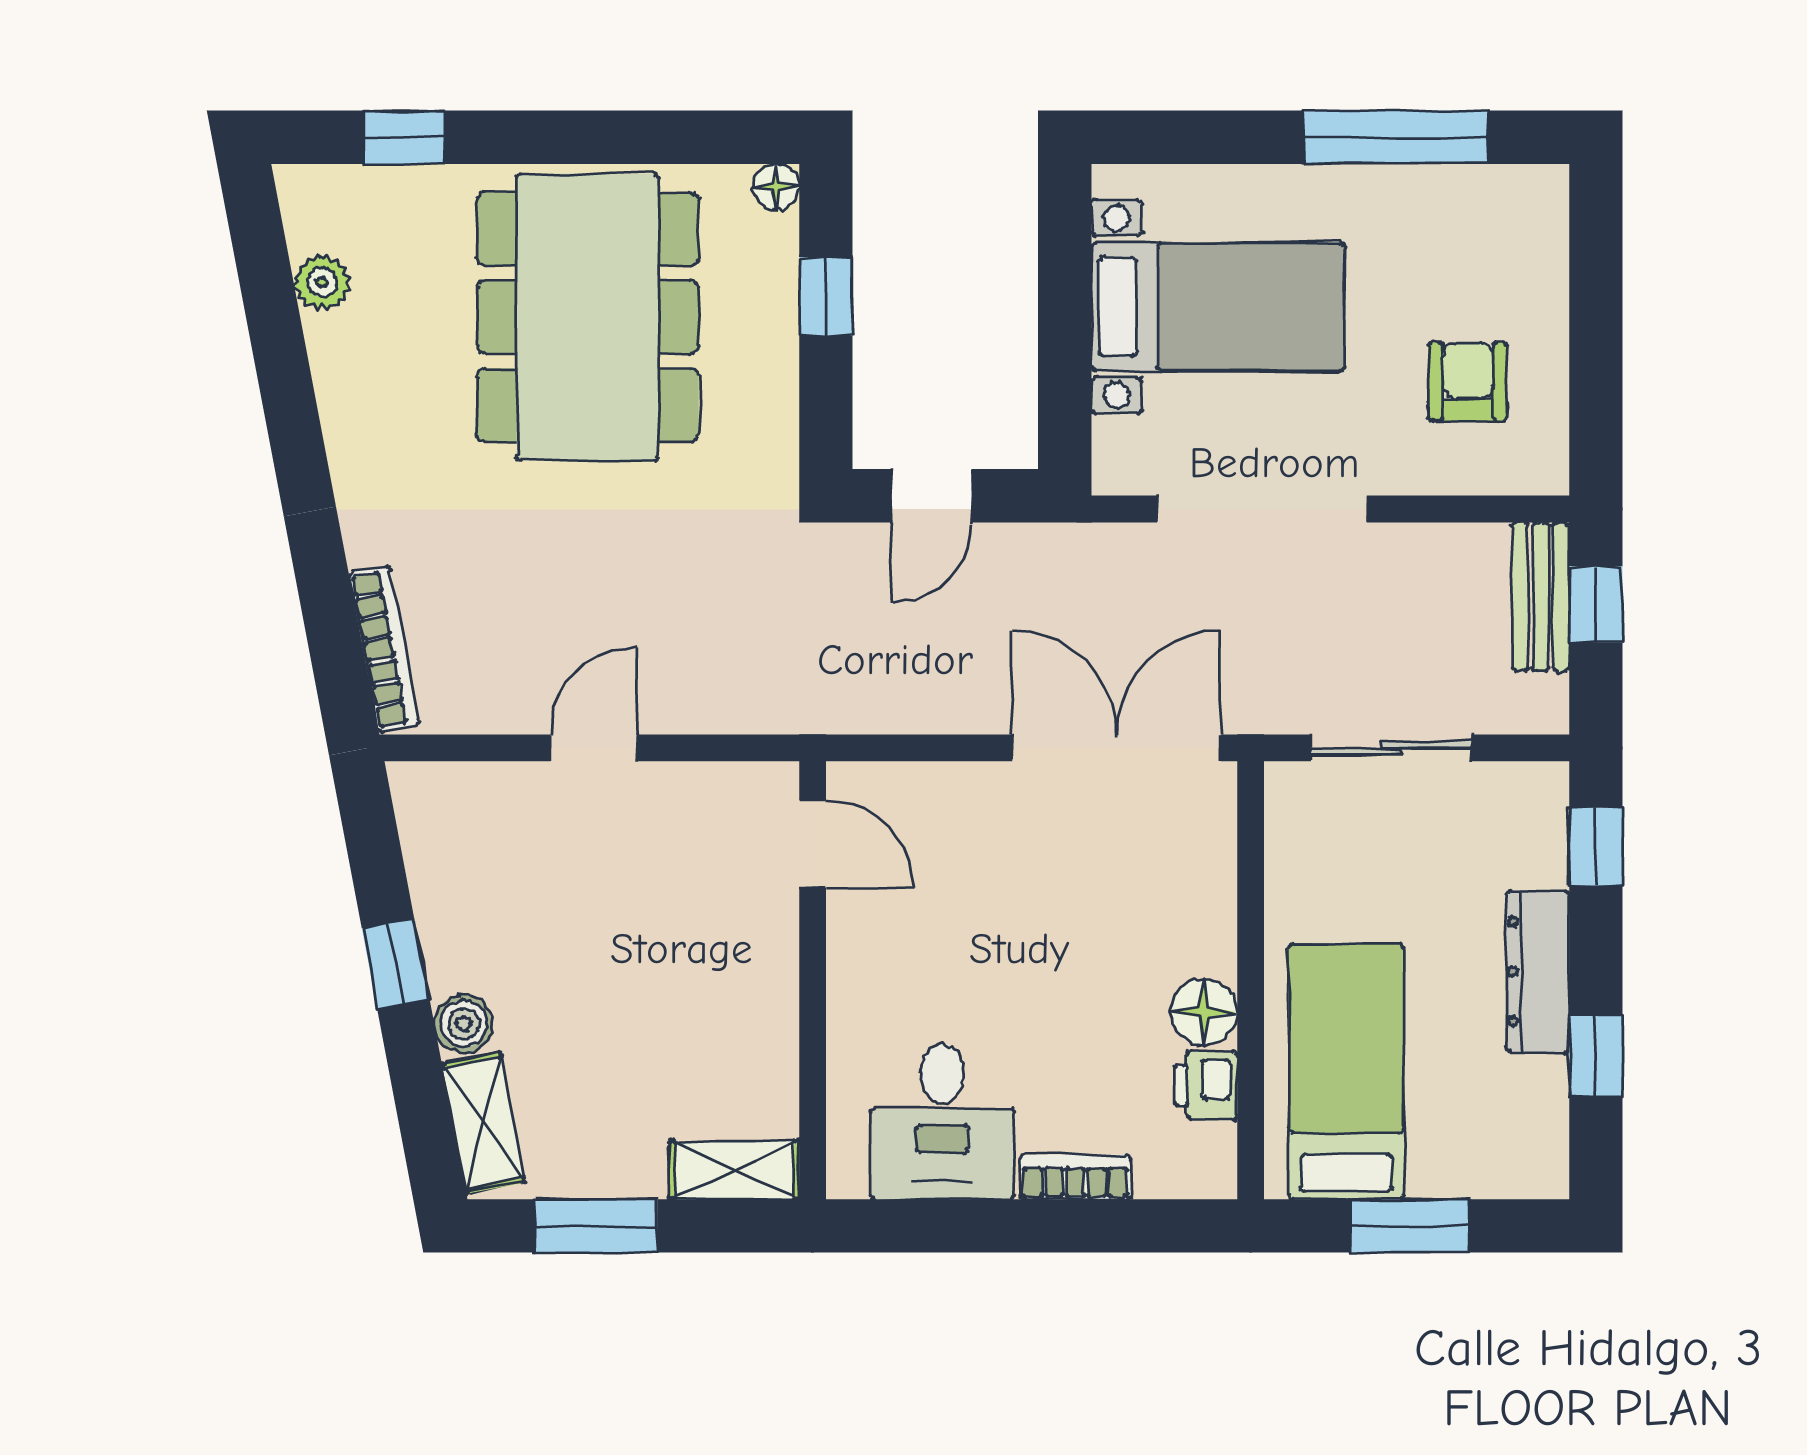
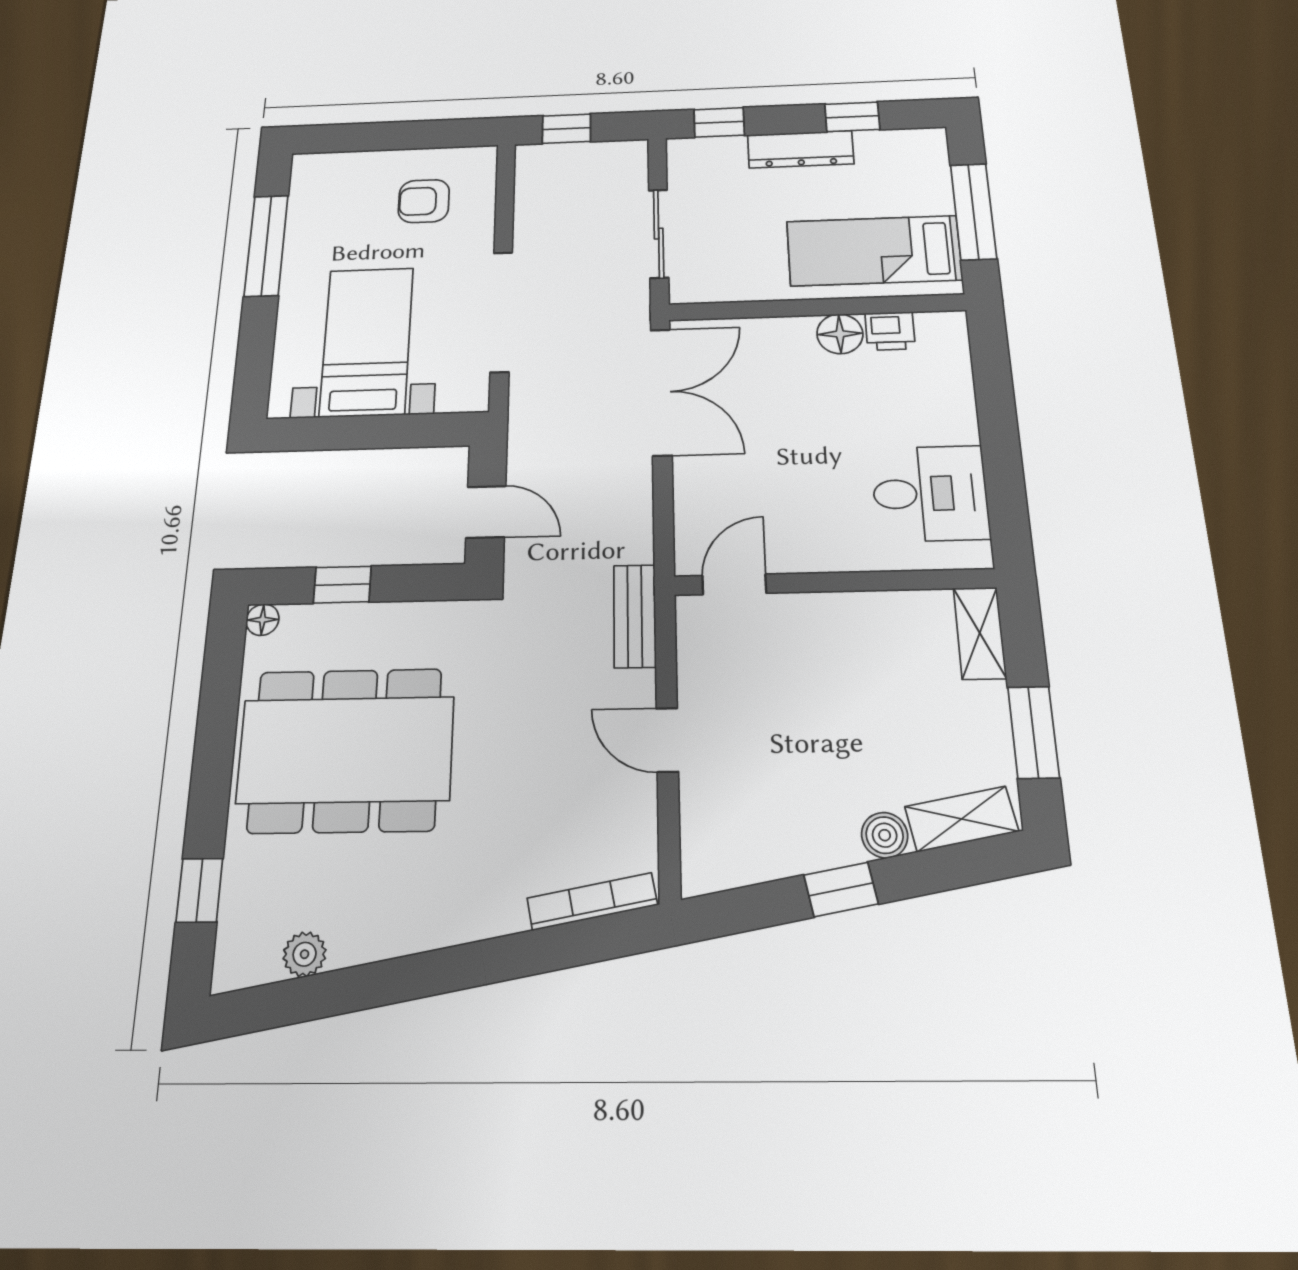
bench: (1541, 597) -> (635, 616), moved, turned 90
double door: (1116, 748) -> (661, 392), swing flipped
bookcase: (1075, 1177) -> (961, 408), removed
window: (1410, 1226) -> (973, 212), width x1.44

